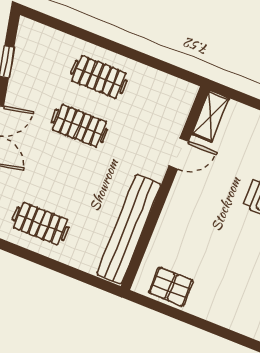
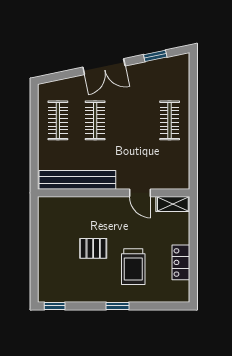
clothes rail: (79, 126) -> (95, 120), moved
pallet: (171, 287) -> (93, 248), moved, turned 90

